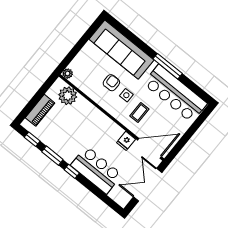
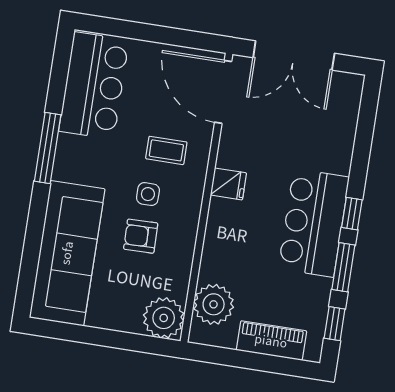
plant: (68, 74) -> (164, 318), width x1.88, depth x1.88
bar counter: (175, 93) -> (94, 86), width x0.73
fridge: (126, 141) -> (228, 184), moved
bar counter: (96, 170) -> (314, 223), moved

